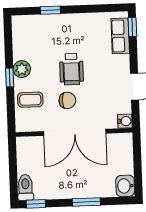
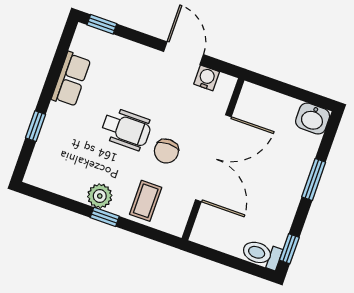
row of seats: (120, 36) -> (71, 79), moved, turned -90
chair: (67, 100) -> (166, 151), turned 180
water cooler: (125, 121) -> (207, 78), moved

